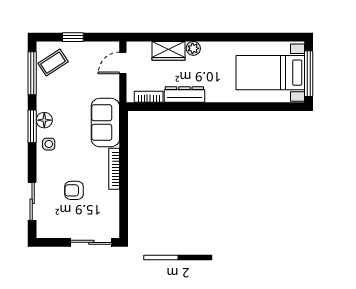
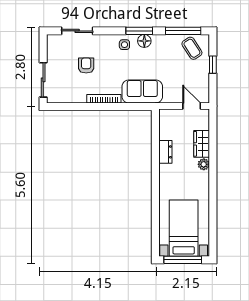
dresser: (184, 95) -> (165, 152), width x0.70
bookcase: (149, 97) -> (164, 127), removed

